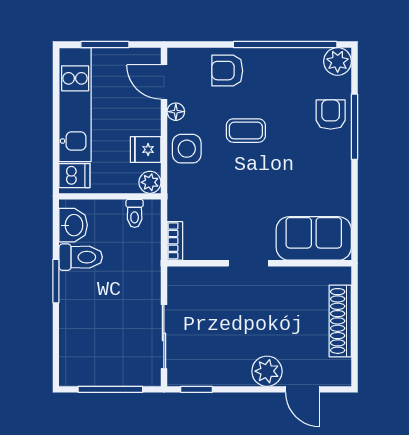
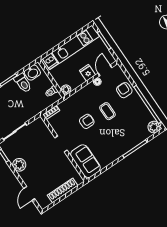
armchair: (331, 115) -> (87, 121), moved
fridge: (146, 149) -> (88, 73), moved
side table: (187, 149) -> (87, 95), removed
plant: (267, 371) -> (19, 165), moved

